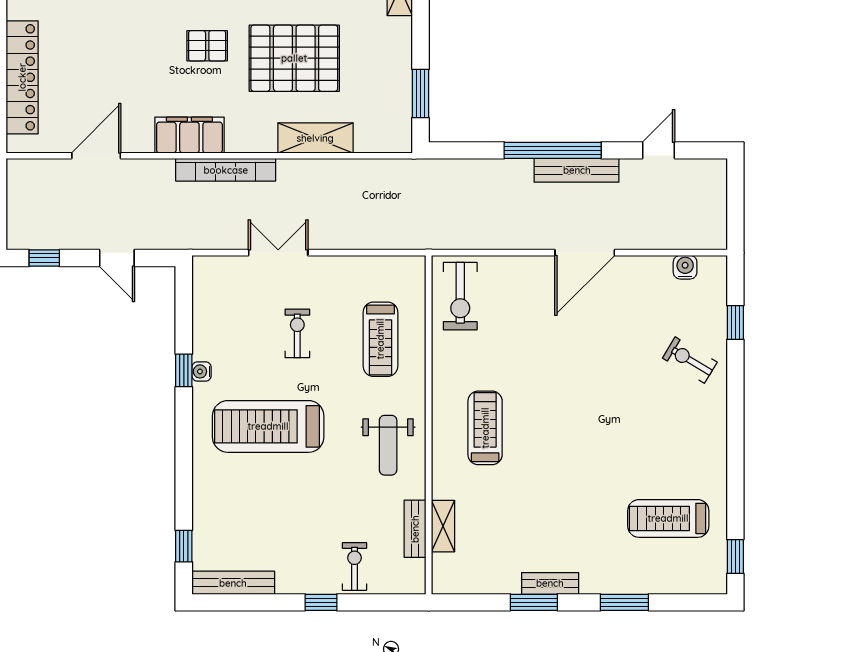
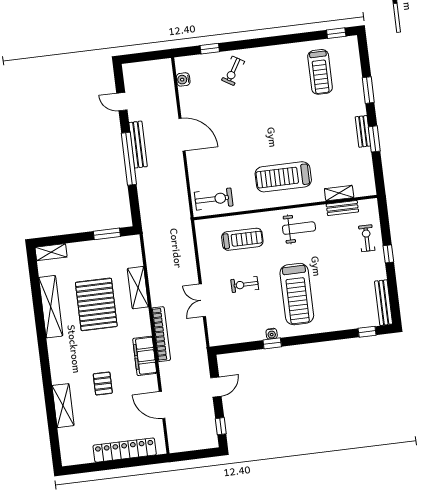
pallet: (207, 46) -> (103, 384), moved
treadmill: (485, 428) -> (283, 177), width x1.37, depth x1.38
exercise bike: (354, 566) -> (367, 238), turned 90

